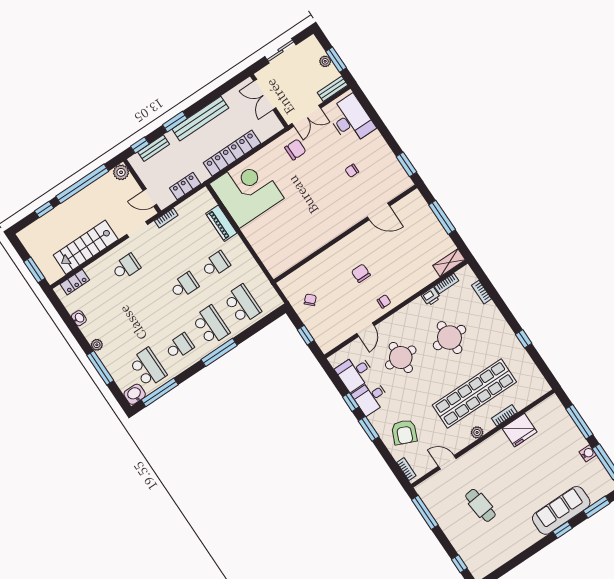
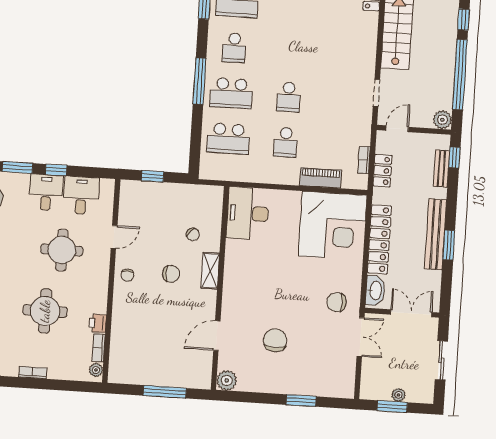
bench: (333, 89) -> (367, 382), removed
double door: (306, 116) -> (361, 337), swing flipped
desk: (351, 120) -> (248, 213), moved, turned 90
window: (175, 122) -> (449, 245), moved
washbasin: (268, 130) -> (375, 290), added
chair: (295, 149) -> (337, 302), turned 90
window: (406, 164) -> (301, 401), moved
chair: (352, 171) -> (275, 340), width x1.87, depth x1.87
plant: (403, 182) -> (227, 380), added
bookcase: (166, 218) -> (364, 160), moved
shelving: (449, 263) -> (210, 271), moved
school desk: (126, 267) -> (349, 55), removed
plant: (463, 274) -> (96, 370), added
bookcase: (482, 292) -> (33, 373), moved
chair: (310, 300) -> (193, 234), moved
door: (365, 330) -> (114, 237), swing flipped

